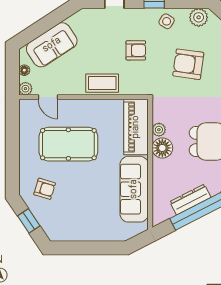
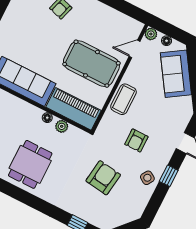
plant: (199, 17) -> (137, 206), removed
pool table: (68, 144) -> (91, 64), moved, turned 90
floor lamp: (162, 148) -> (47, 118), width x0.53, depth x0.53

